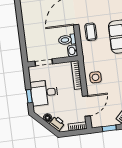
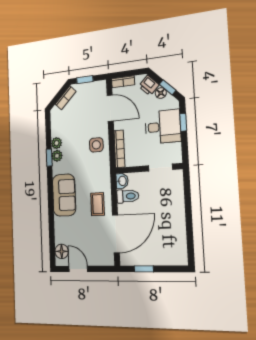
door: (86, 106) -> (110, 108), swing flipped
window: (43, 122) -> (168, 87), added

